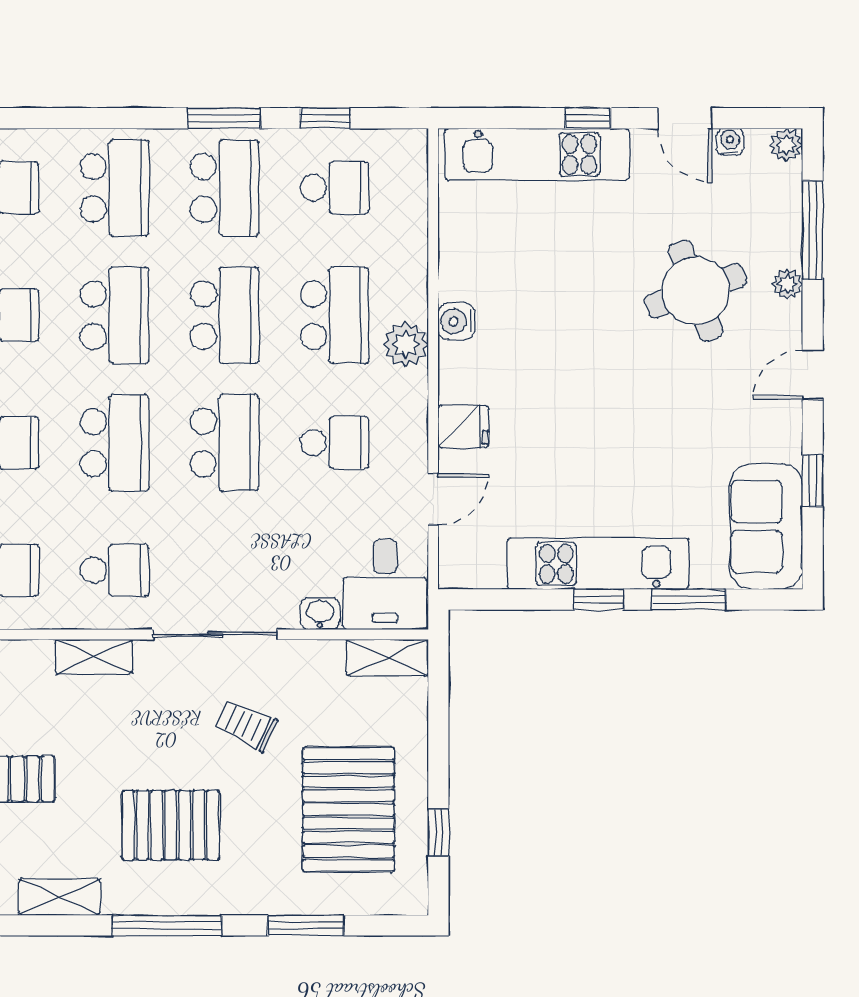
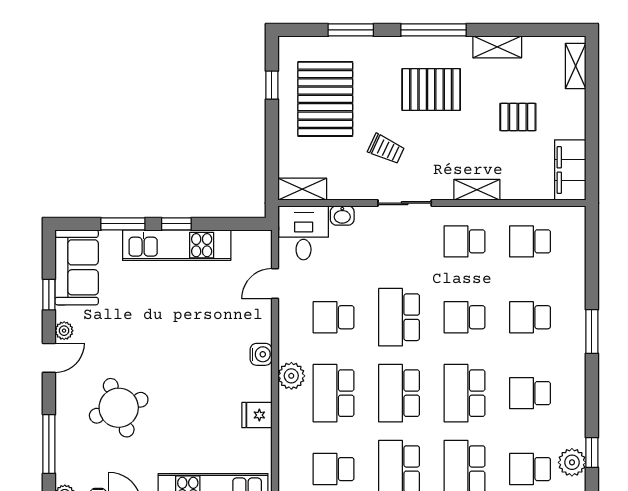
plant: (787, 284) -> (64, 331), moved
water cooler: (456, 321) -> (261, 354), moved
fridge: (463, 426) -> (257, 415), moved
school desk: (115, 443) -> (465, 317), width x0.54
sliding door: (215, 634) -> (405, 203), width x0.73

